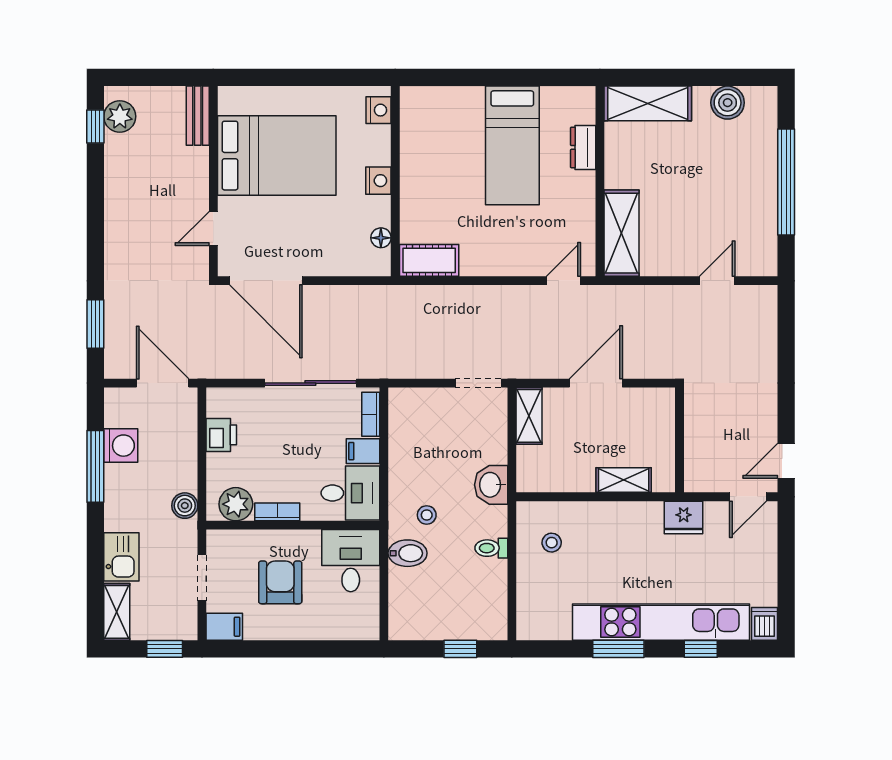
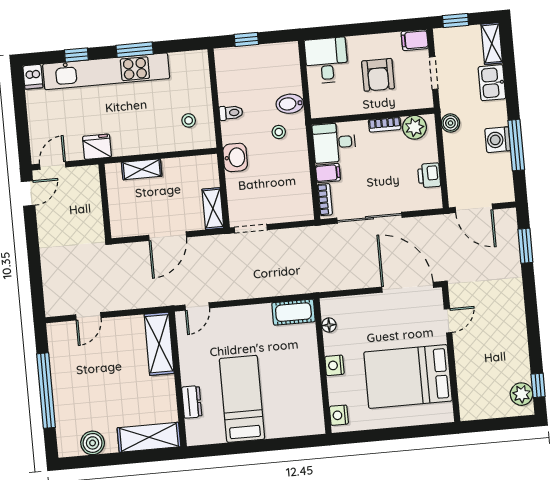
bench: (198, 116) -> (466, 400), removed
washing machine: (121, 446) -> (498, 140), moved
desk: (351, 561) -> (326, 60), moved, turned 180

